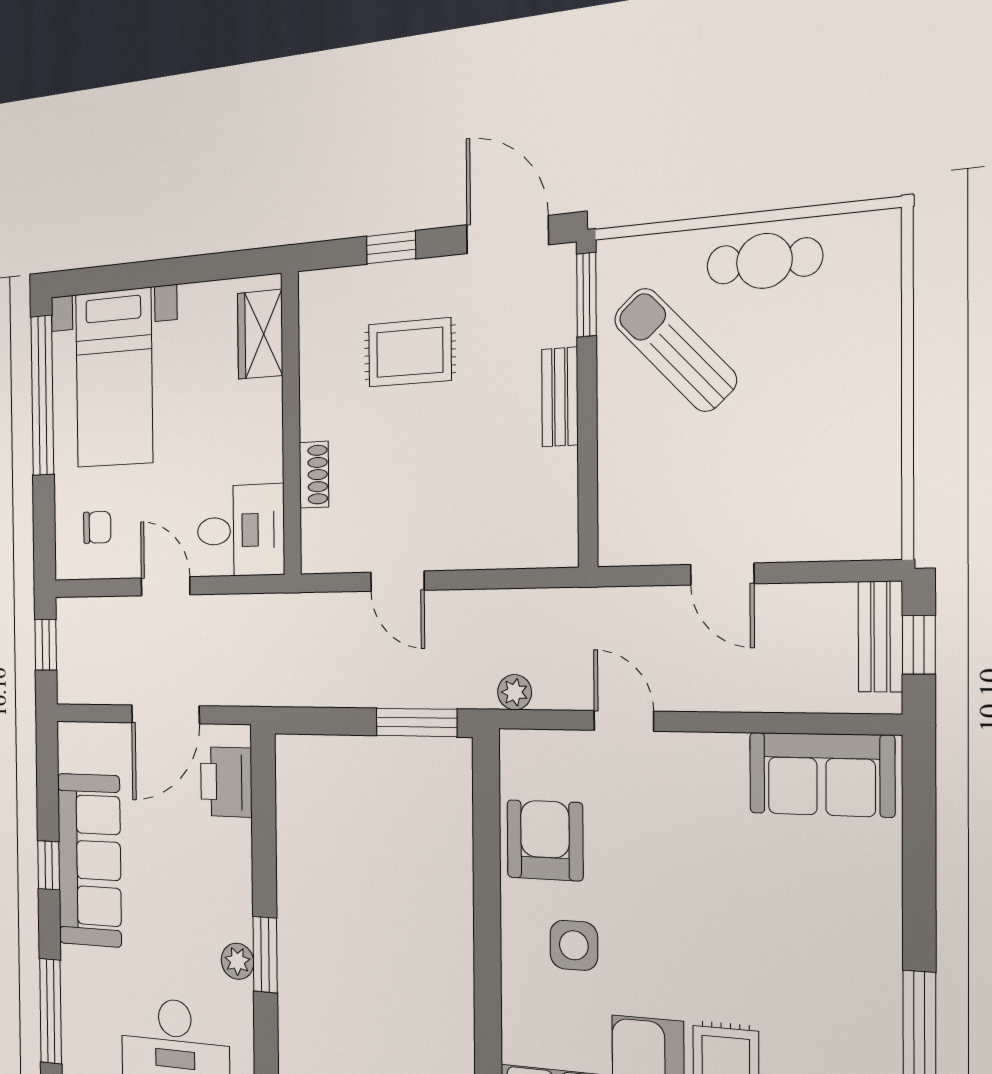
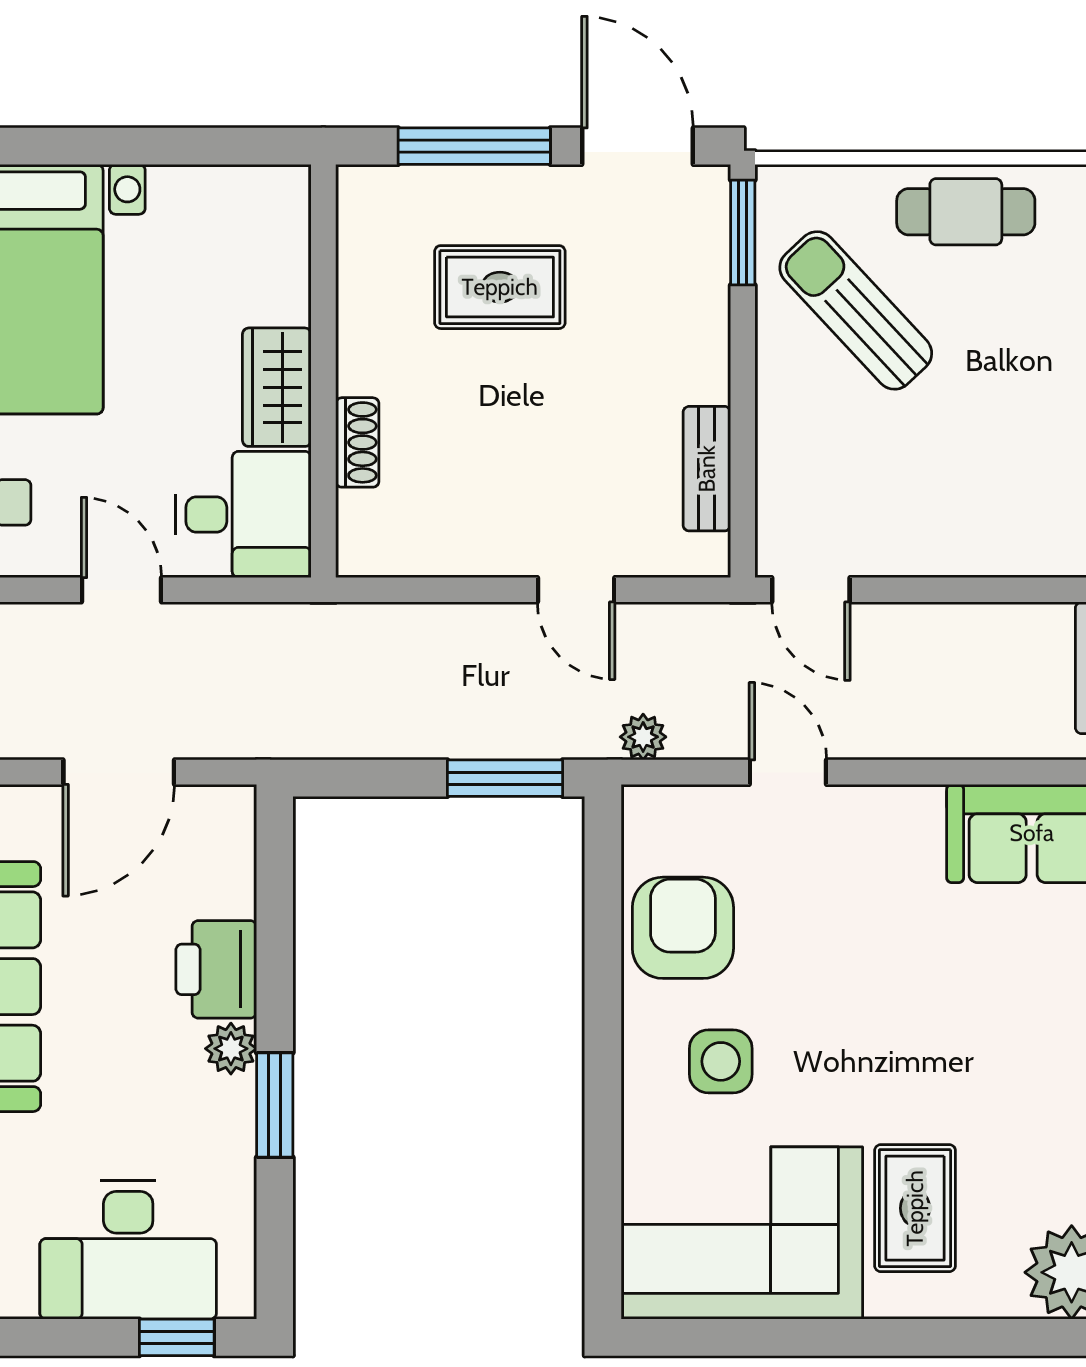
window: (391, 247) -> (474, 146), width x2.17
wardrobe: (260, 334) -> (277, 387), moved
bench: (560, 397) -> (707, 469), moved
door: (722, 574) -> (811, 590), moved
door: (397, 581) -> (576, 590), moved
printer: (226, 782) -> (216, 969), moved
plant: (237, 961) -> (231, 1049), moved

